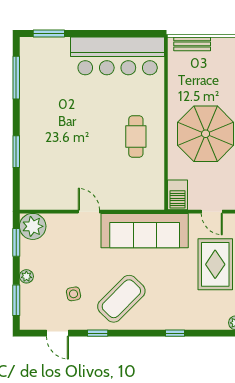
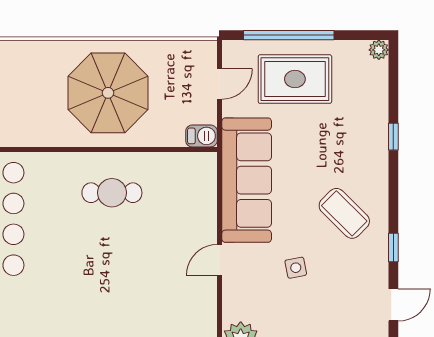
barbecue: (178, 195) -> (201, 136), width x0.73, depth x0.79
side table: (73, 294) -> (296, 268), moved
coffee table: (121, 299) -> (344, 213), width x0.73, depth x0.76

